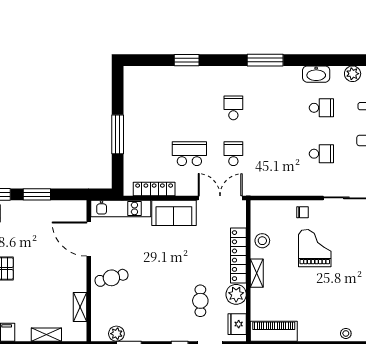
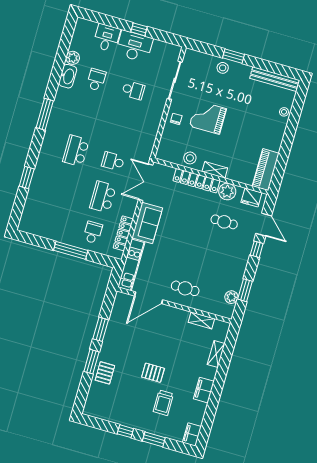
plant: (353, 74) -> (73, 58), moved
school desk: (233, 108) -> (76, 151), width x1.85
school desk: (145, 154) -> (93, 232), added
school desk: (321, 154) -> (133, 90), turned 90
cafe table: (111, 278) -> (185, 288), turned -75

